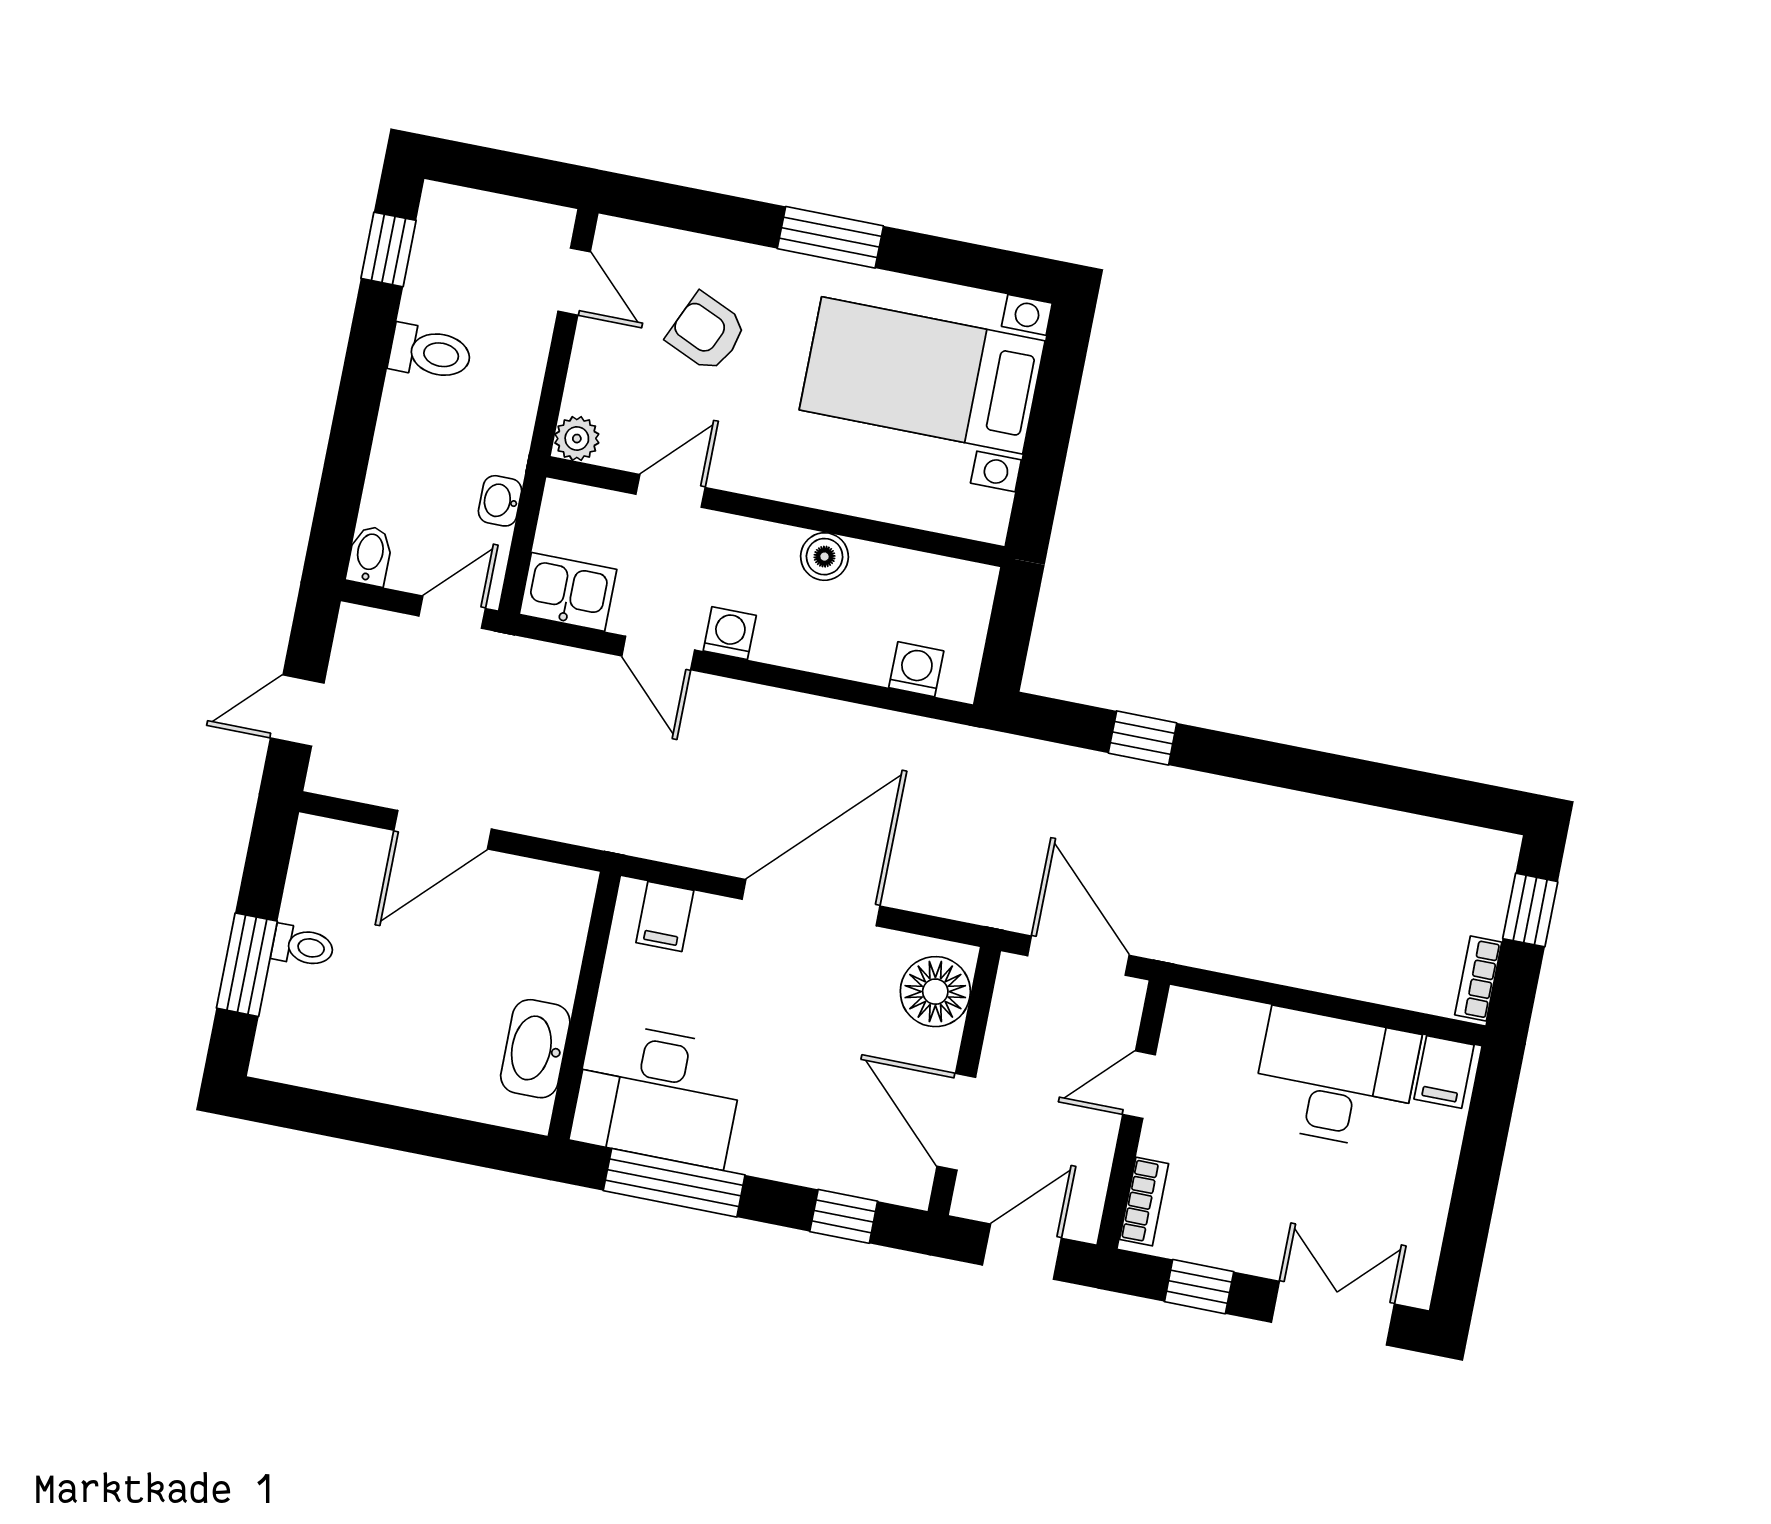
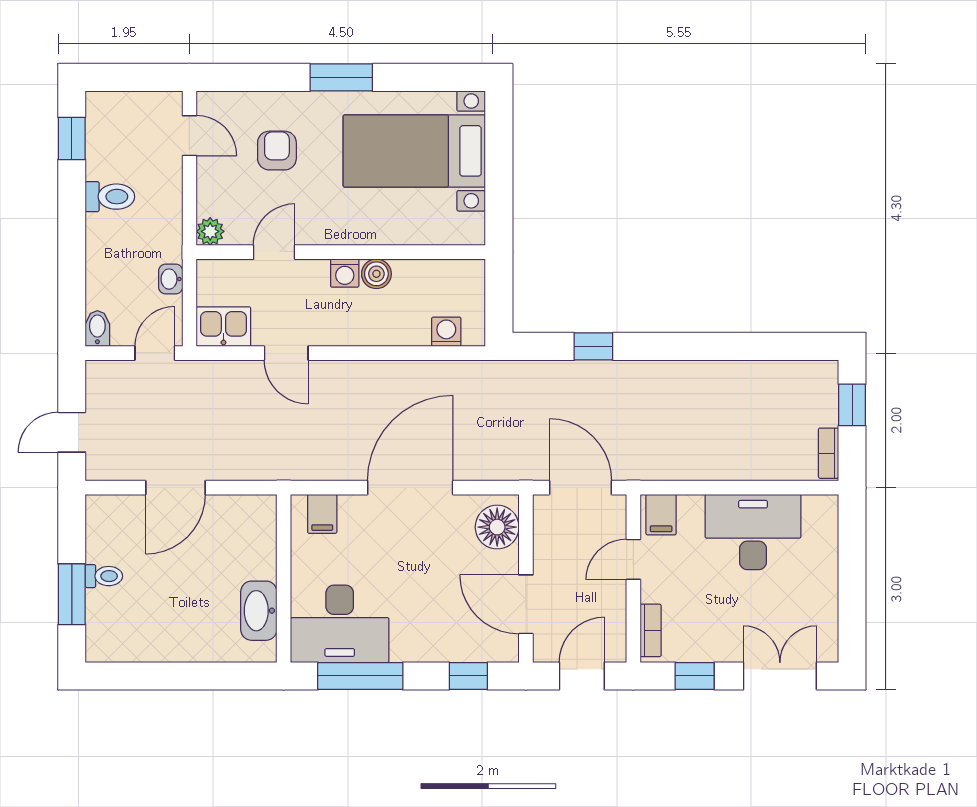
armchair: (707, 332) -> (277, 151), turned 66
washing machine: (730, 633) -> (345, 273), moved, turned 180
filing cabinet: (1444, 1072) -> (661, 515), moved

